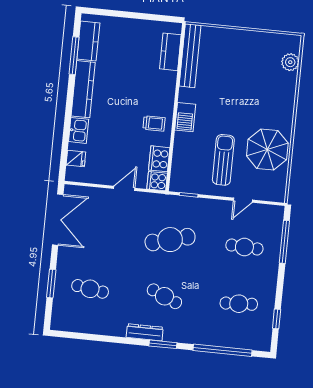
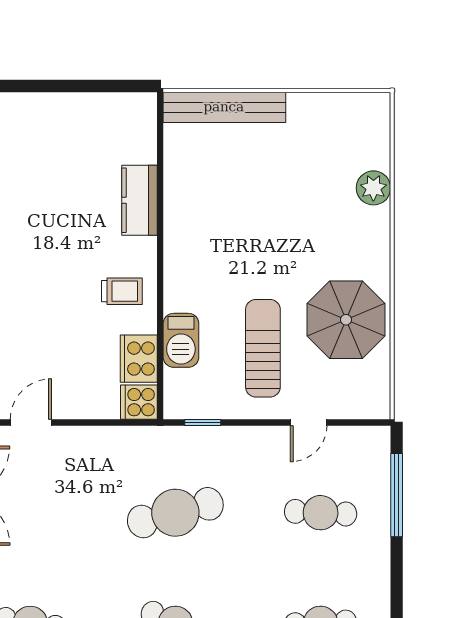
kitchen counter: (170, 52) -> (140, 200), moved
bench: (190, 56) -> (224, 107), moved, turned 90
plant: (290, 62) -> (373, 188), moved
barbecue: (185, 117) -> (181, 340), moved
door: (124, 188) -> (31, 423), moved

